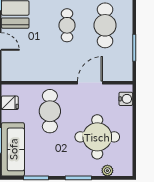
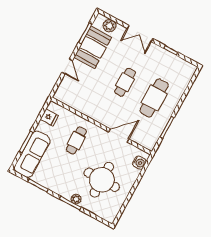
cafe table: (50, 111) -> (76, 140), width x0.73, depth x0.74
plant: (107, 171) -> (76, 199), moved

